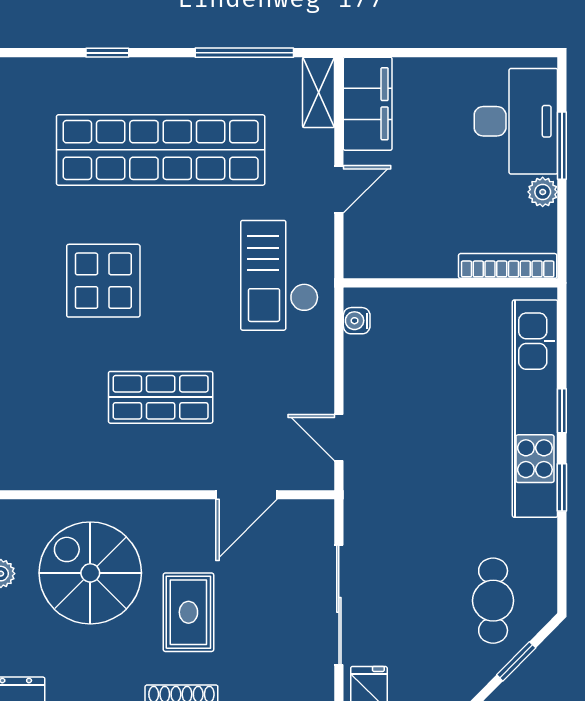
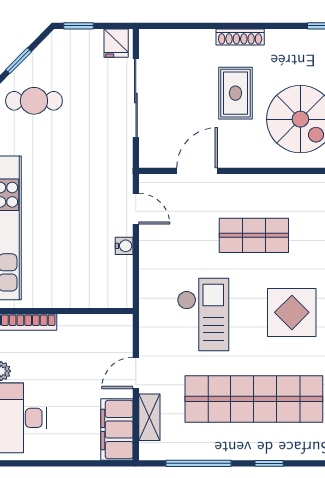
window: (107, 53) -> (269, 463), moved
shelving: (319, 92) -> (149, 417), moved
checkout: (279, 275) -> (203, 315), moved
water cooler: (357, 321) -> (124, 246), moved
cafe table: (493, 601) -> (34, 101), turned 90

